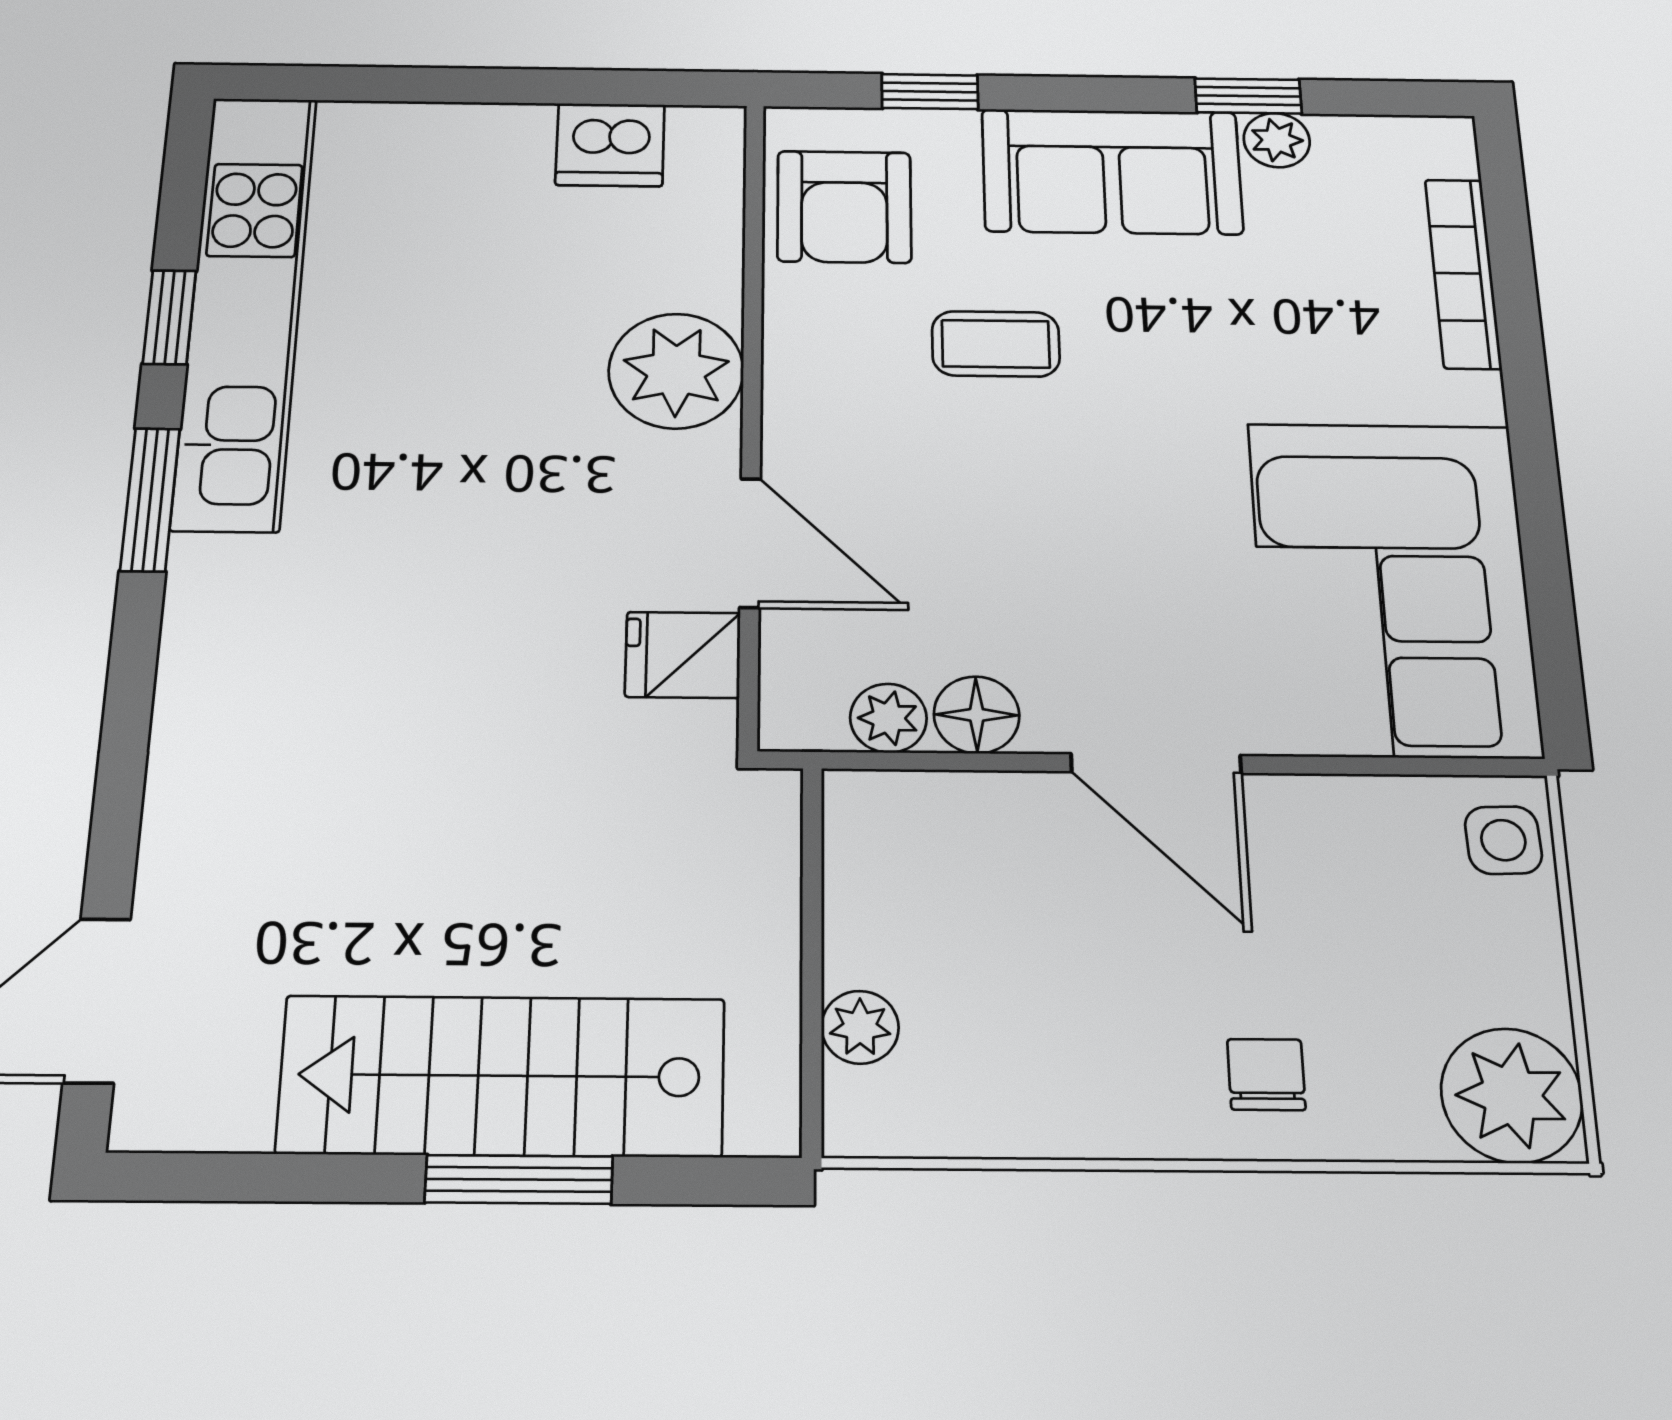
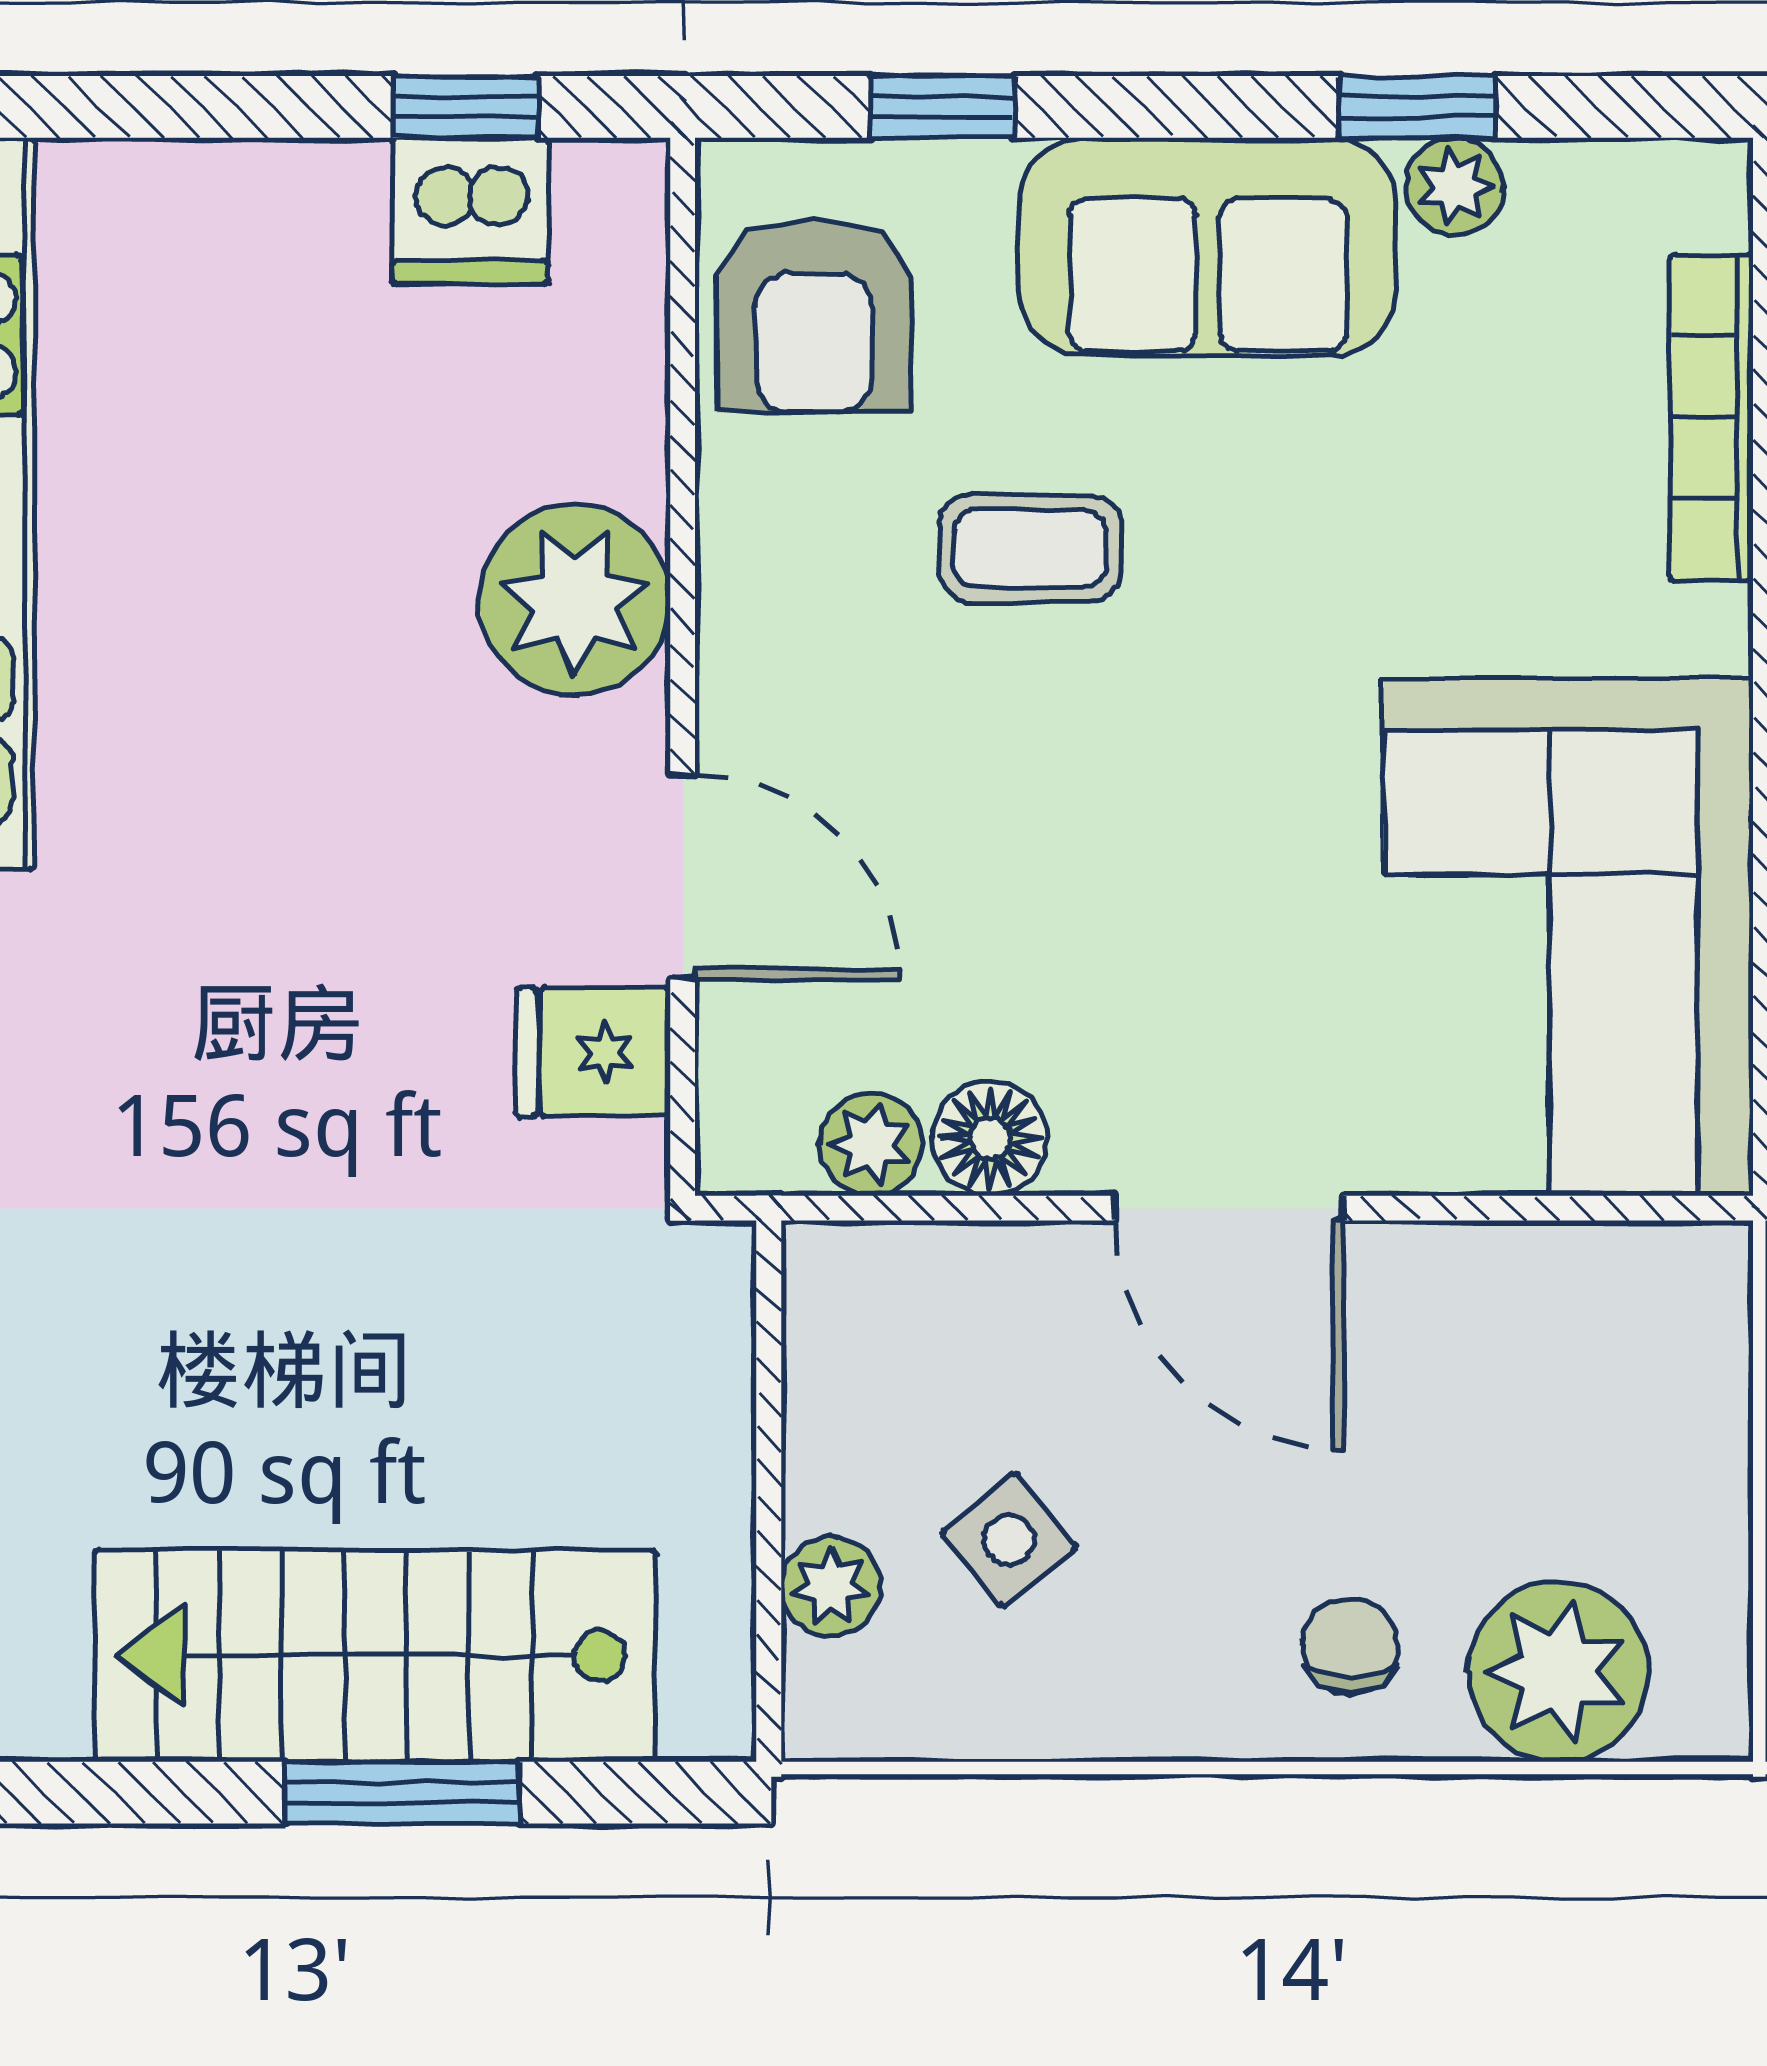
window: (609, 87) -> (465, 107), added
side table: (1503, 840) -> (1009, 1540), moved, turned -37
plant: (1512, 1095) -> (1558, 1672), moved

